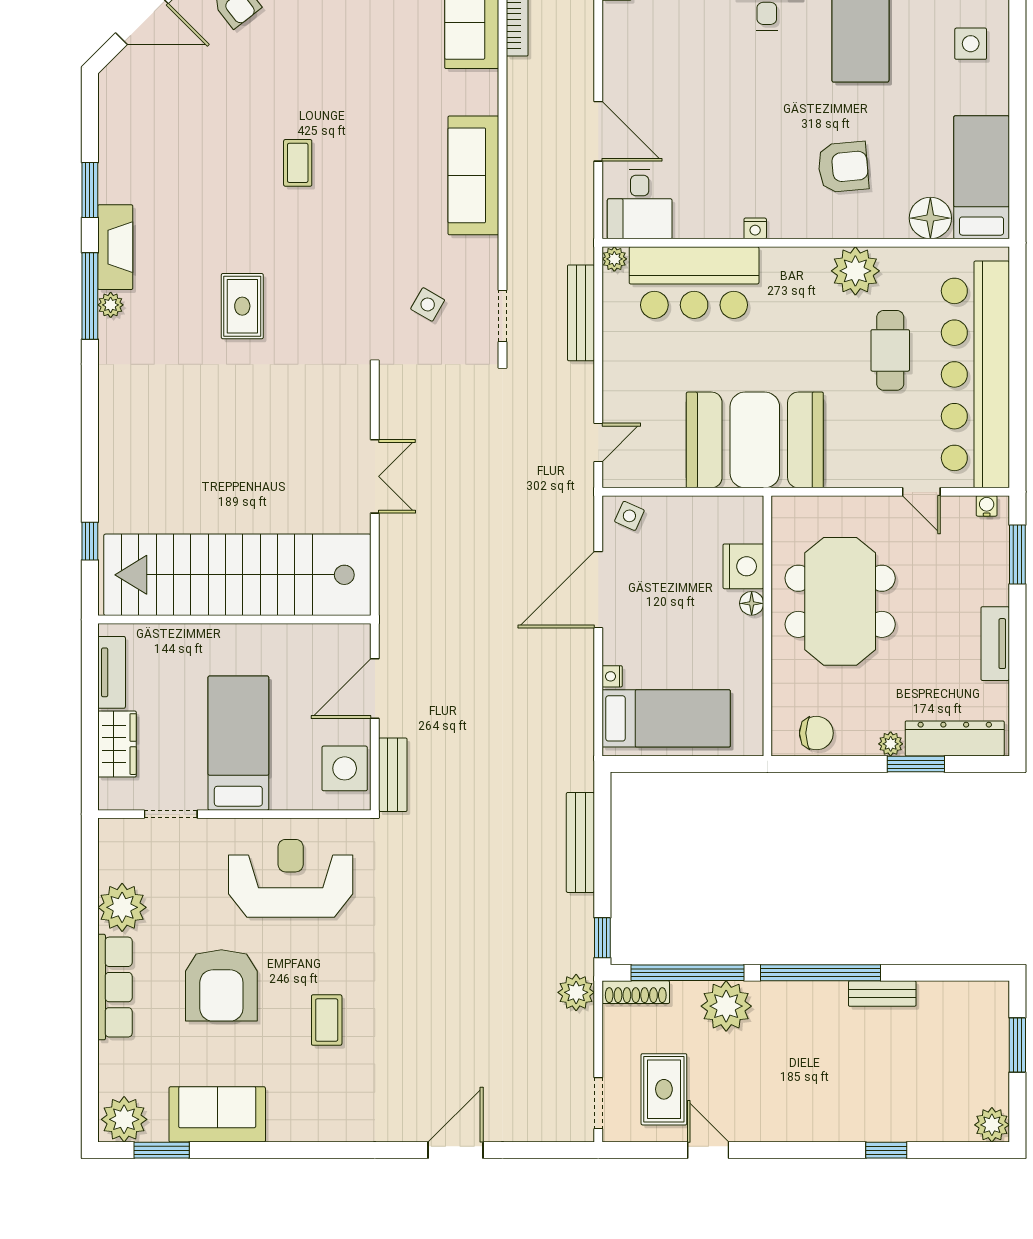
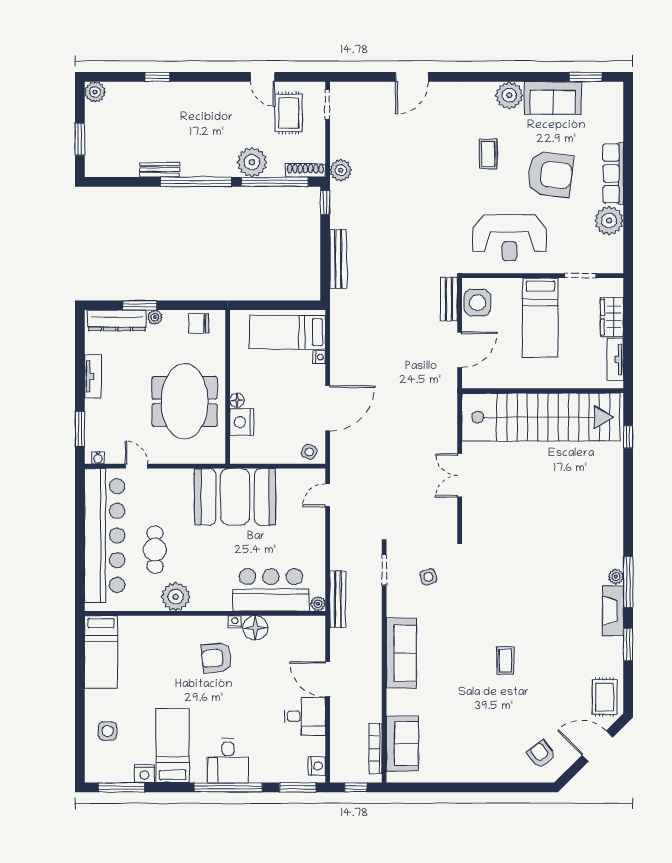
armchair: (843, 167) -> (216, 658), moved
desk: (640, 204) -> (305, 716), moved, turned 90
floor lamp: (930, 218) -> (255, 628), moved
side table: (428, 304) -> (428, 577), turned 45
rug: (242, 306) -> (605, 697), moved
bench: (581, 313) -> (338, 599), moved
armchair: (221, 985) -> (550, 174), turned 96
plant: (124, 1119) -> (509, 95), moved

